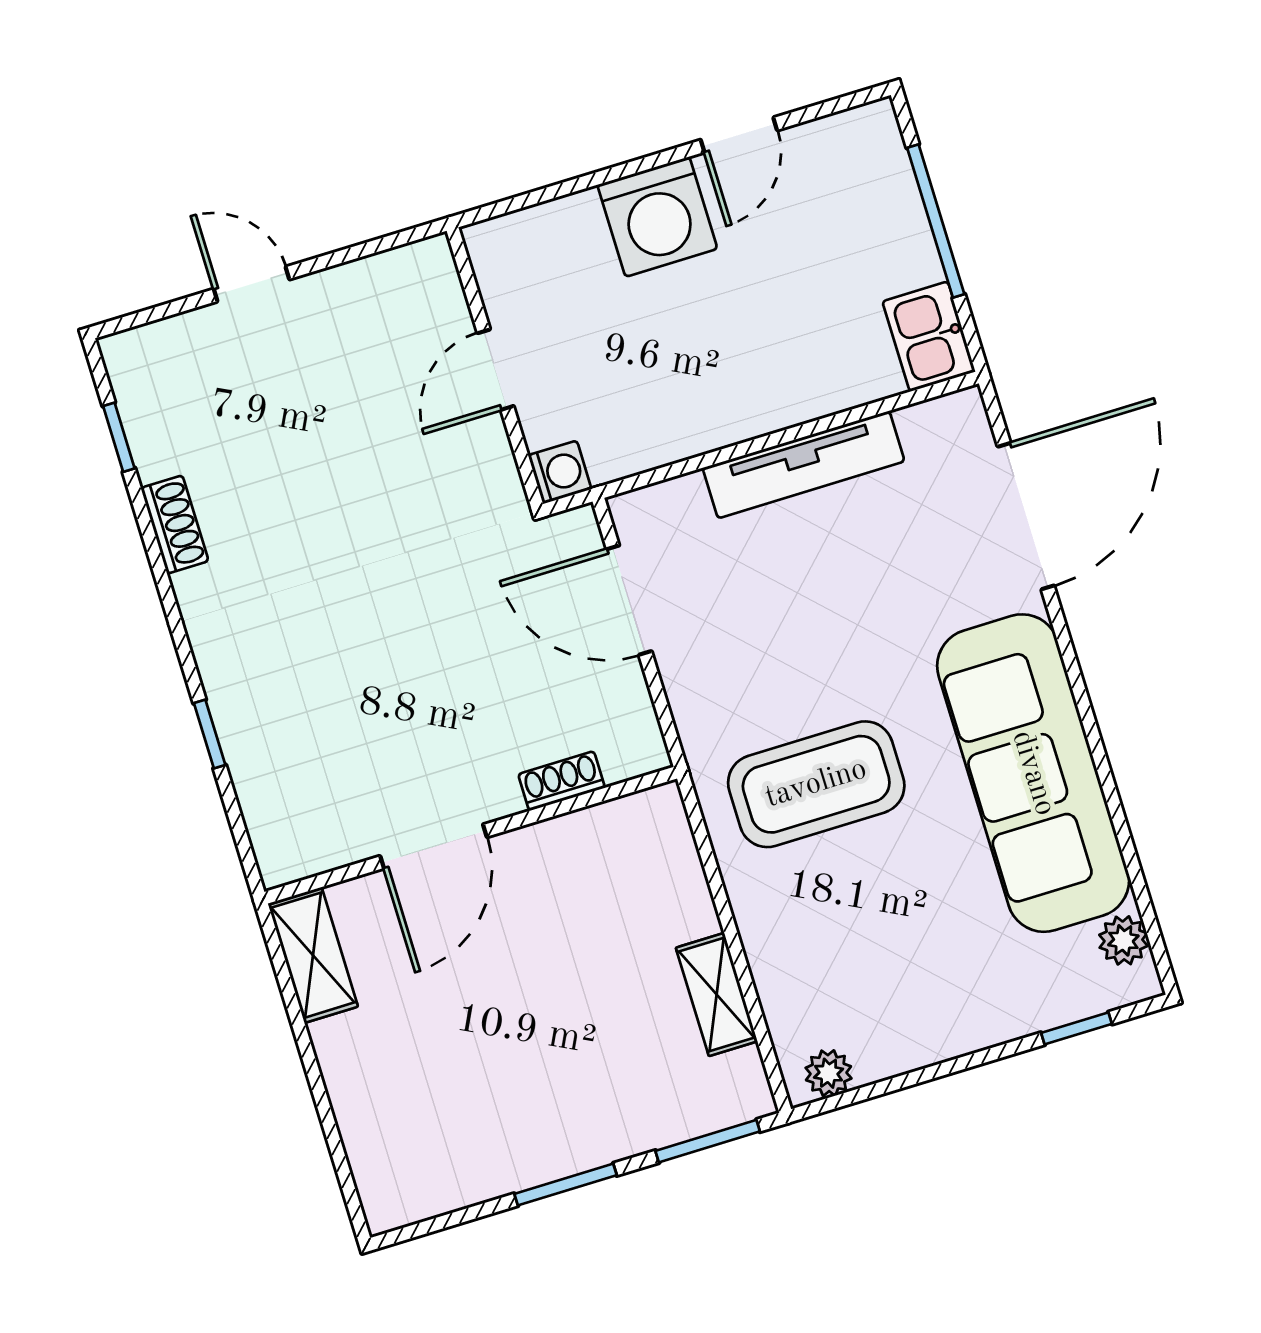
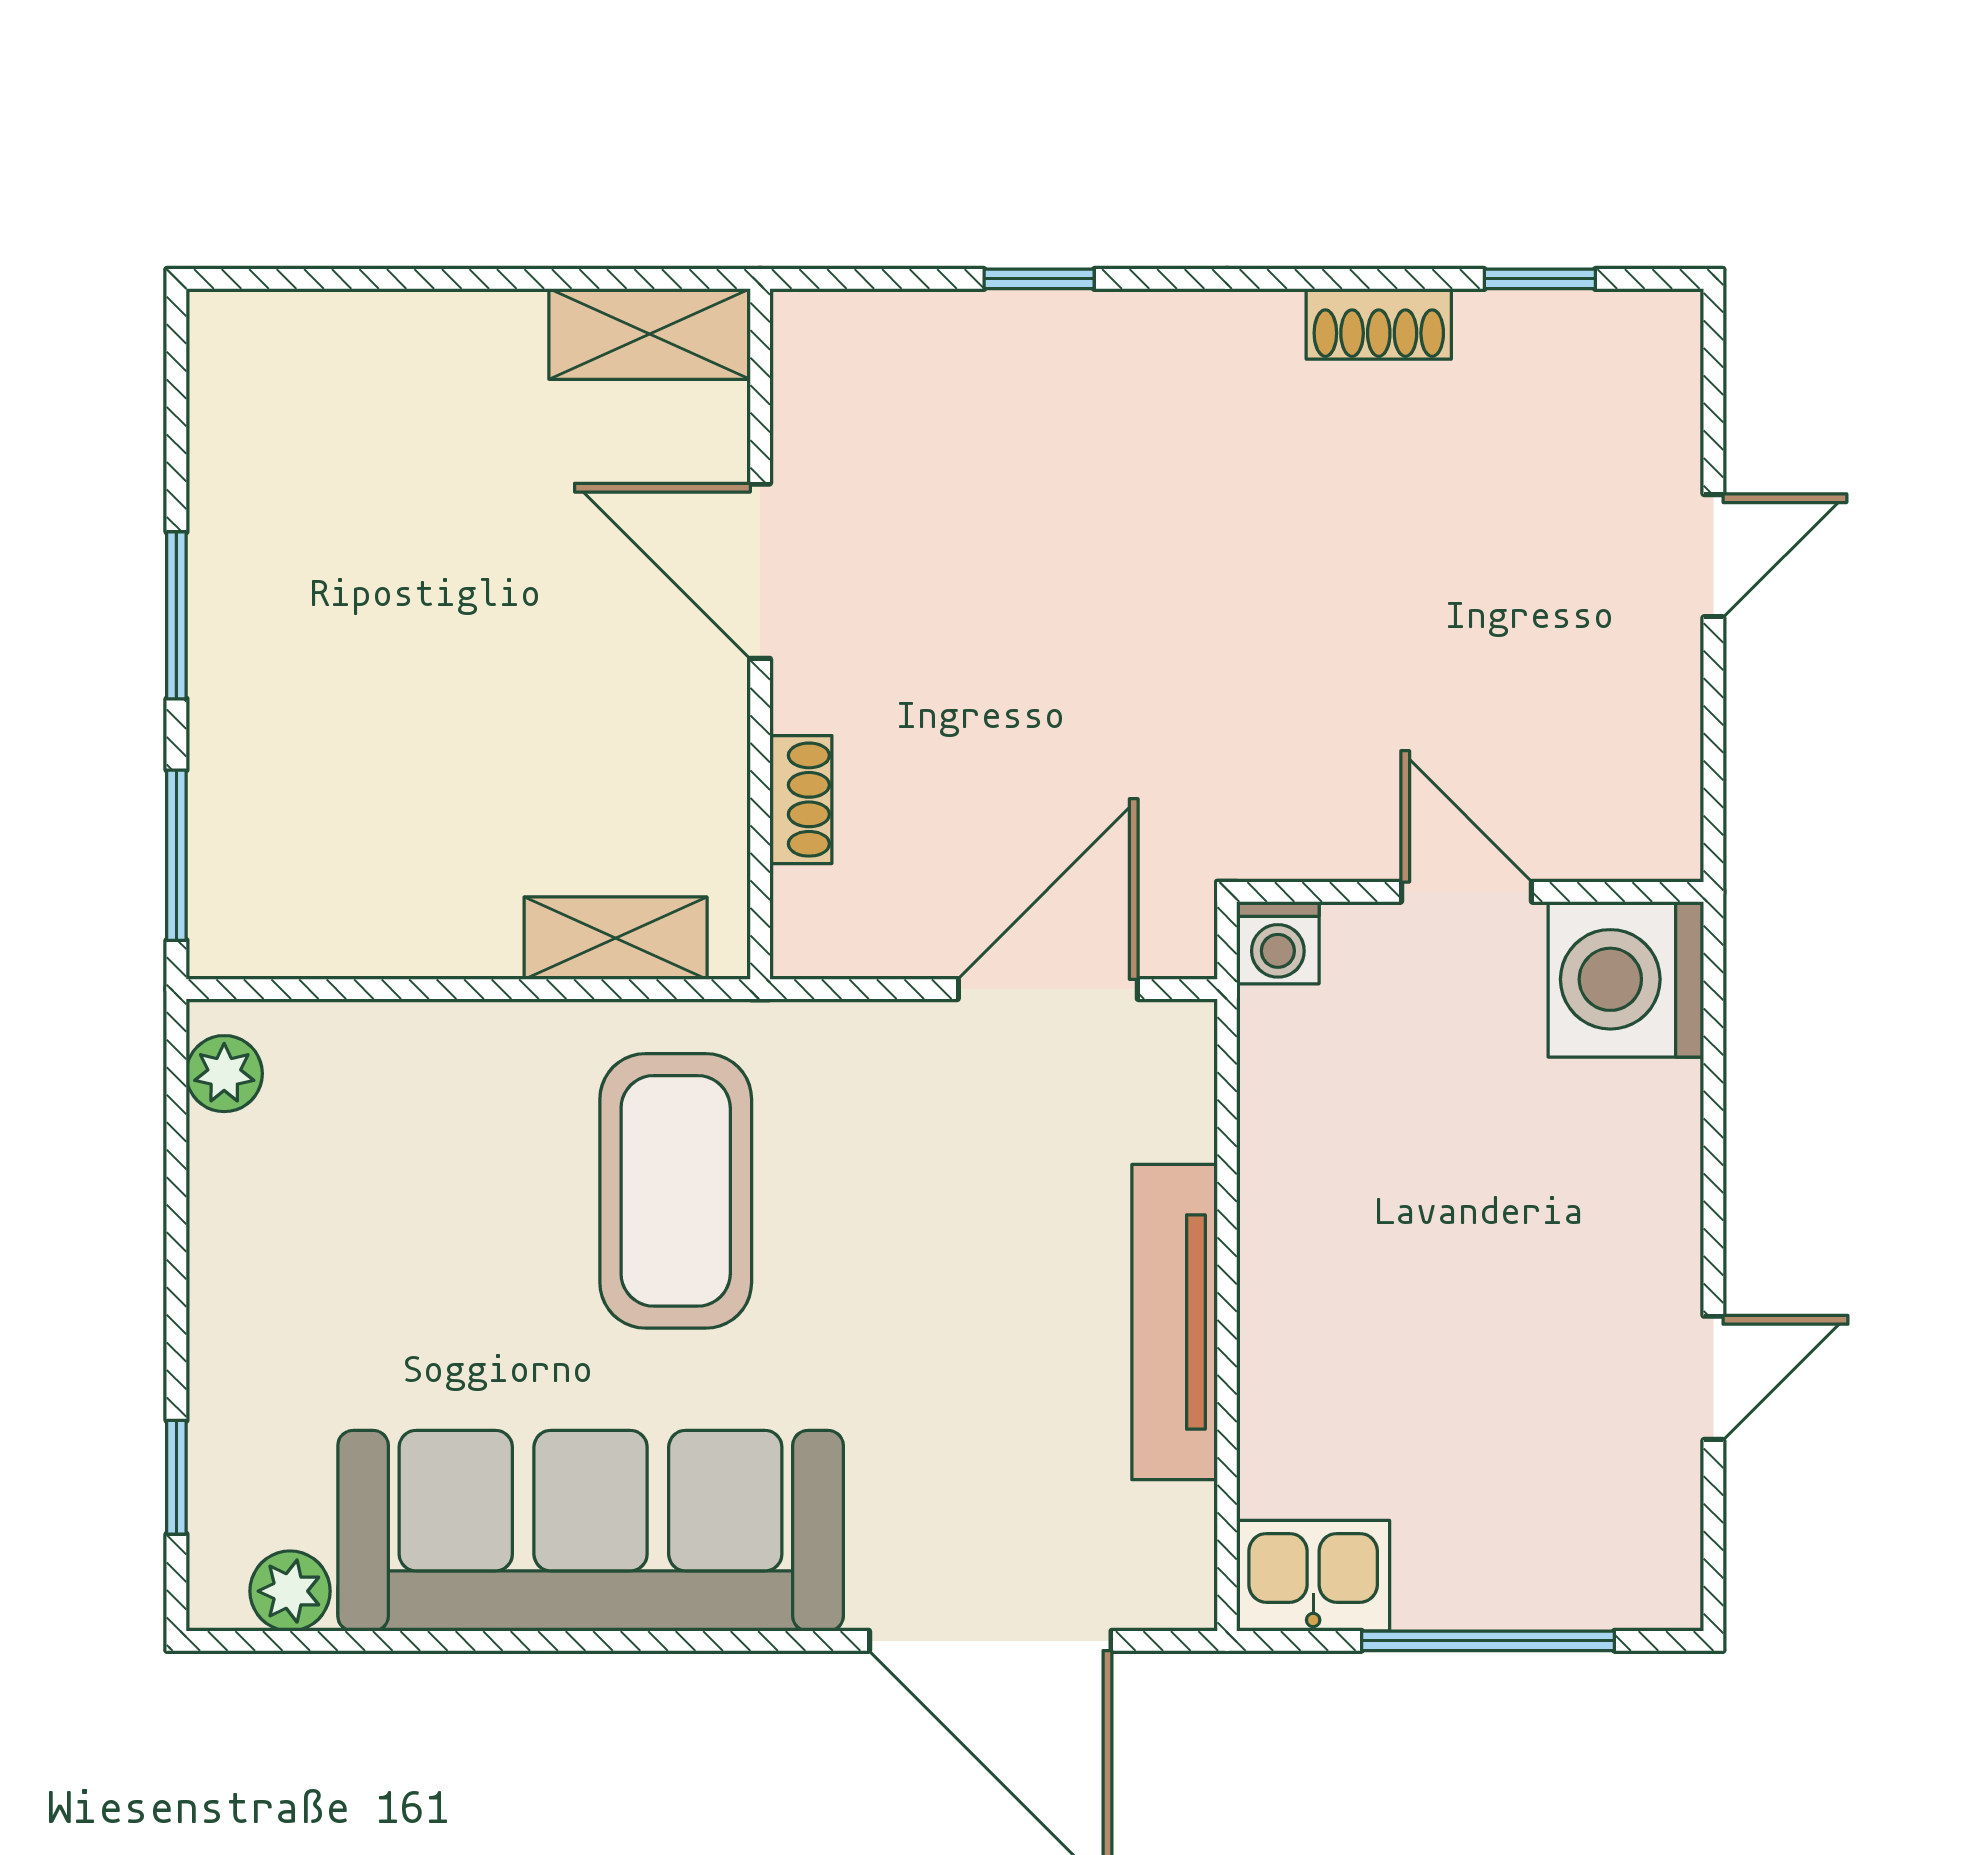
door: (739, 135) -> (1713, 1378), swing flipped
washing machine: (657, 217) -> (1626, 979), moved
shelving: (717, 994) -> (616, 938), moved

